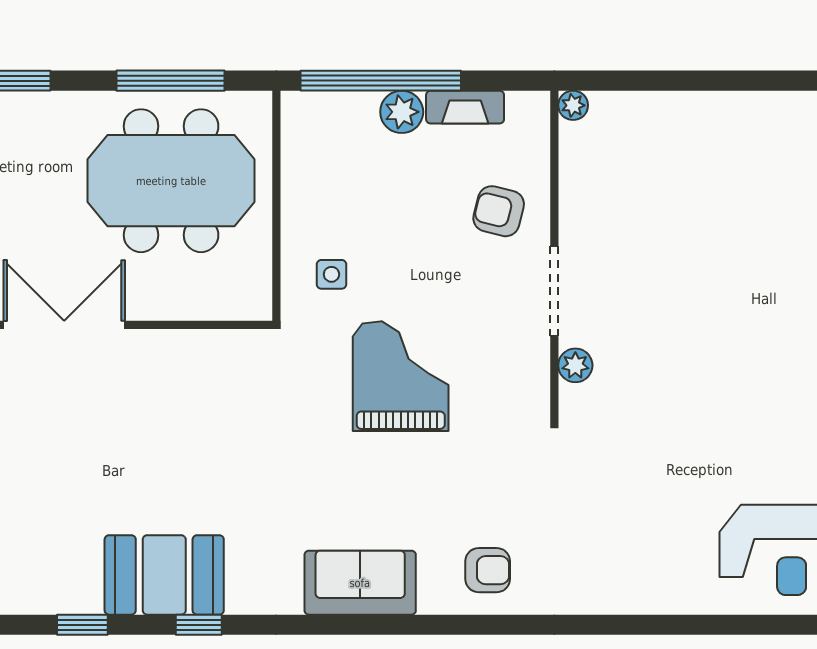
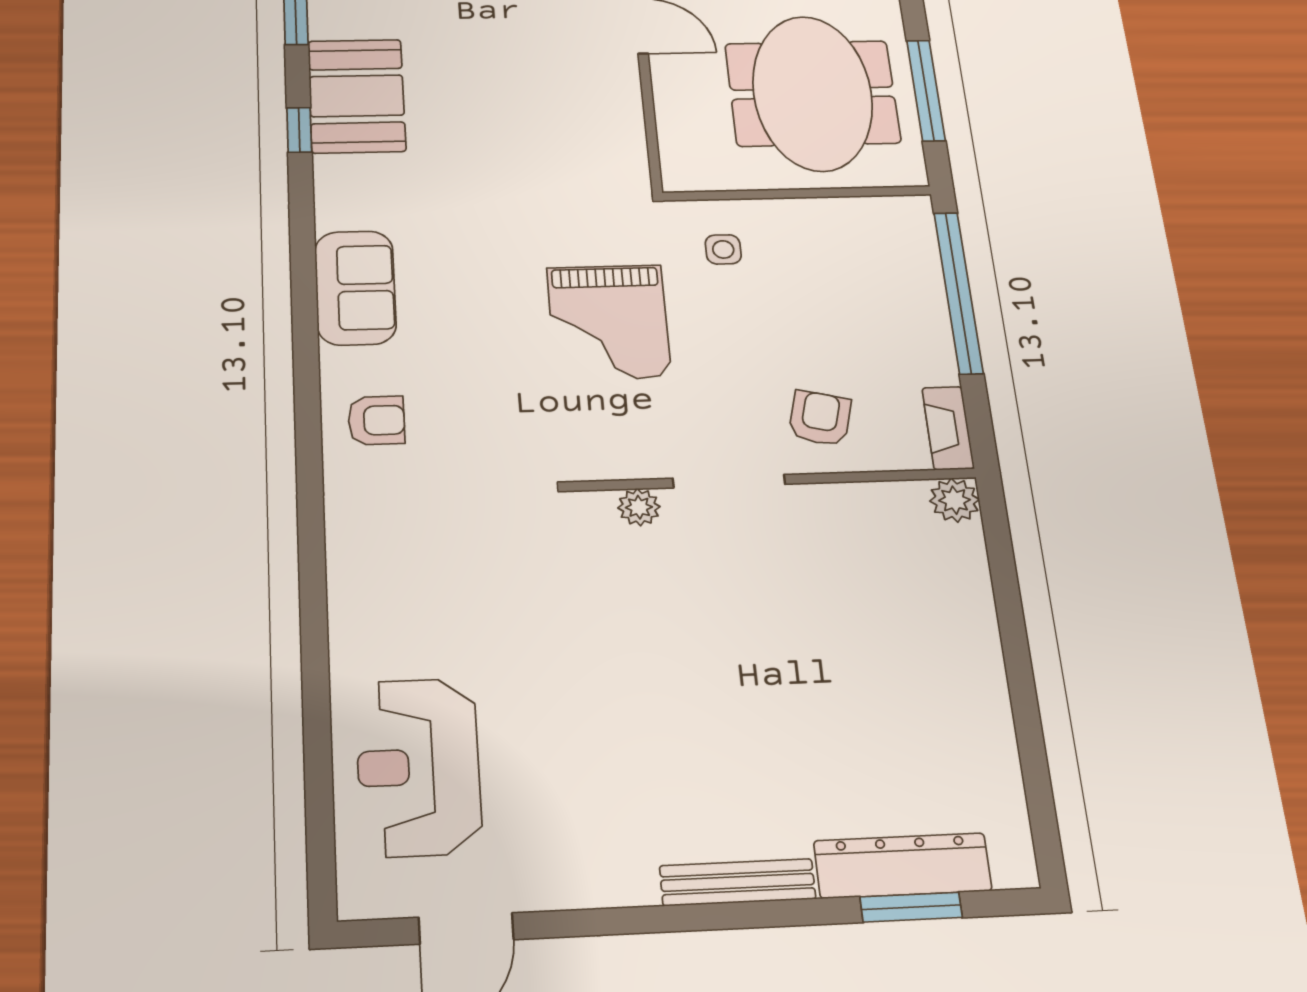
plant: (573, 105) -> (955, 500), width x1.38, depth x1.38
fireplace: (465, 107) -> (948, 428), moved
plant: (402, 112) -> (925, 315), removed
grand piano: (401, 376) -> (609, 322), turned 90
armchair: (488, 570) -> (376, 420), turned -90

